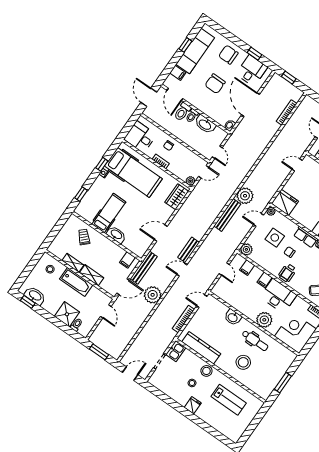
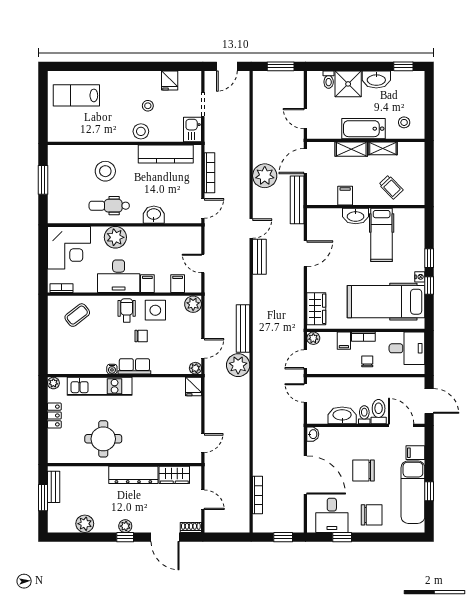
chair: (215, 84) -> (363, 470), turned -90
filing cabinet: (174, 167) -> (344, 341), added
window: (81, 194) -> (429, 258), moved
fridge: (285, 202) -> (194, 386), width x0.53, depth x0.75
side table: (275, 238) -> (155, 310), moved
filing cabinet: (127, 260) -> (345, 196), moved
washbasin: (35, 296) -> (376, 80), moved
lab bench: (229, 400) -> (76, 95), moved
fridge: (193, 405) -> (170, 81), moved

